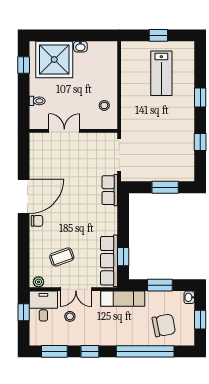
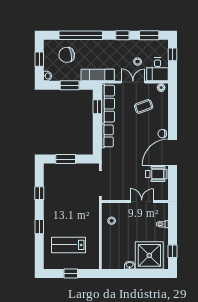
lab bench: (161, 73) -> (69, 245), turned -90
double door: (64, 131) -> (142, 202), swing flipped
wheelchair: (45, 167) -> (156, 174), added
row of seats: (110, 190) -> (107, 136), moved
window: (24, 312) -> (172, 54), moved

